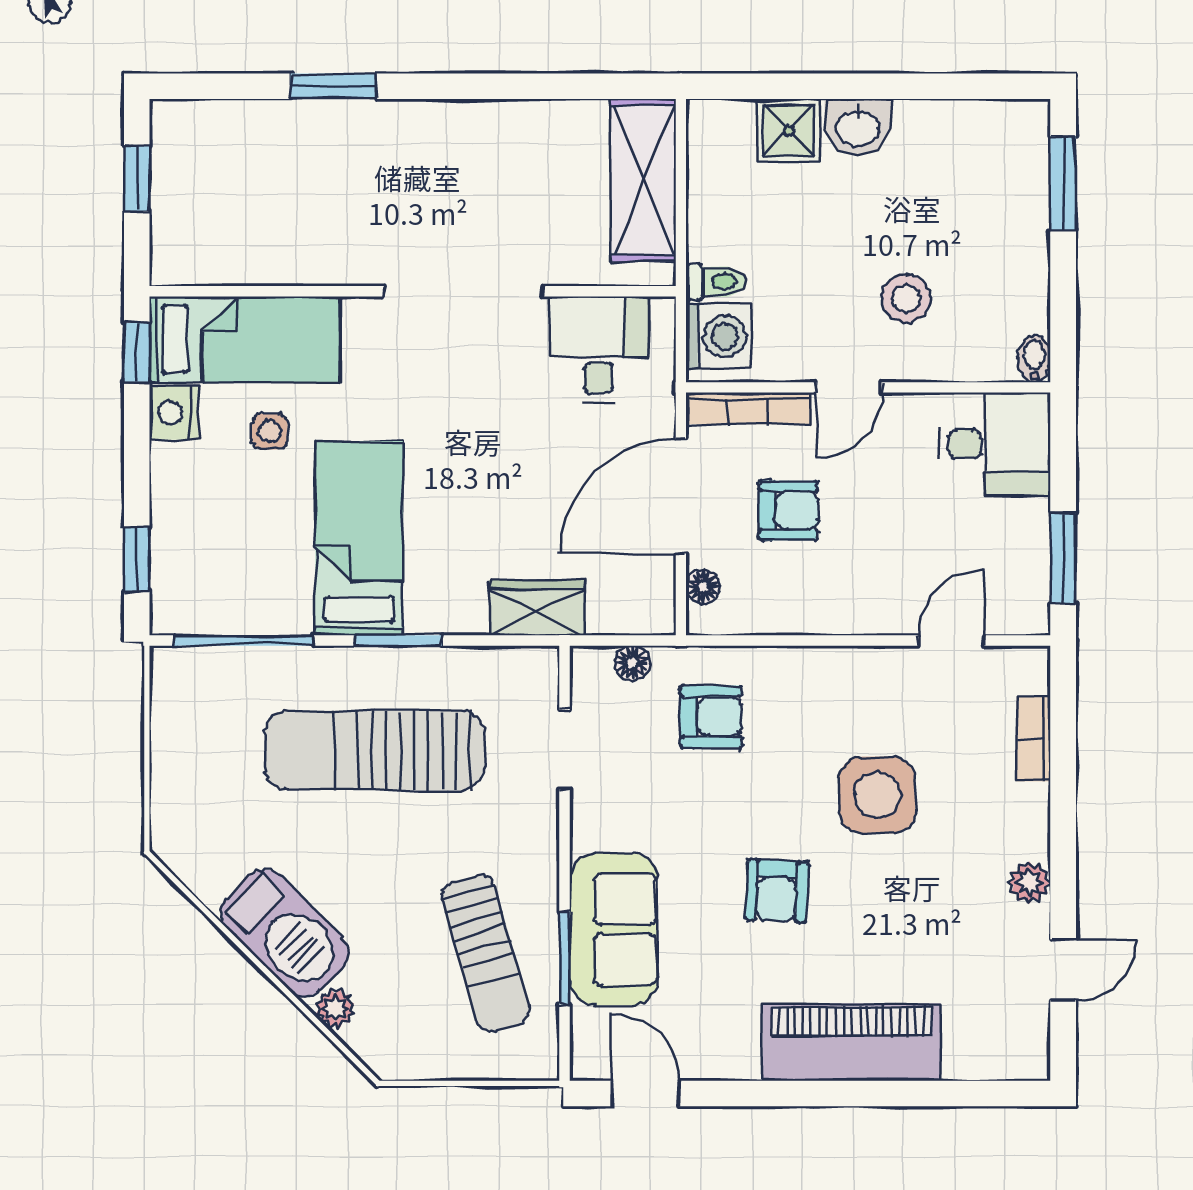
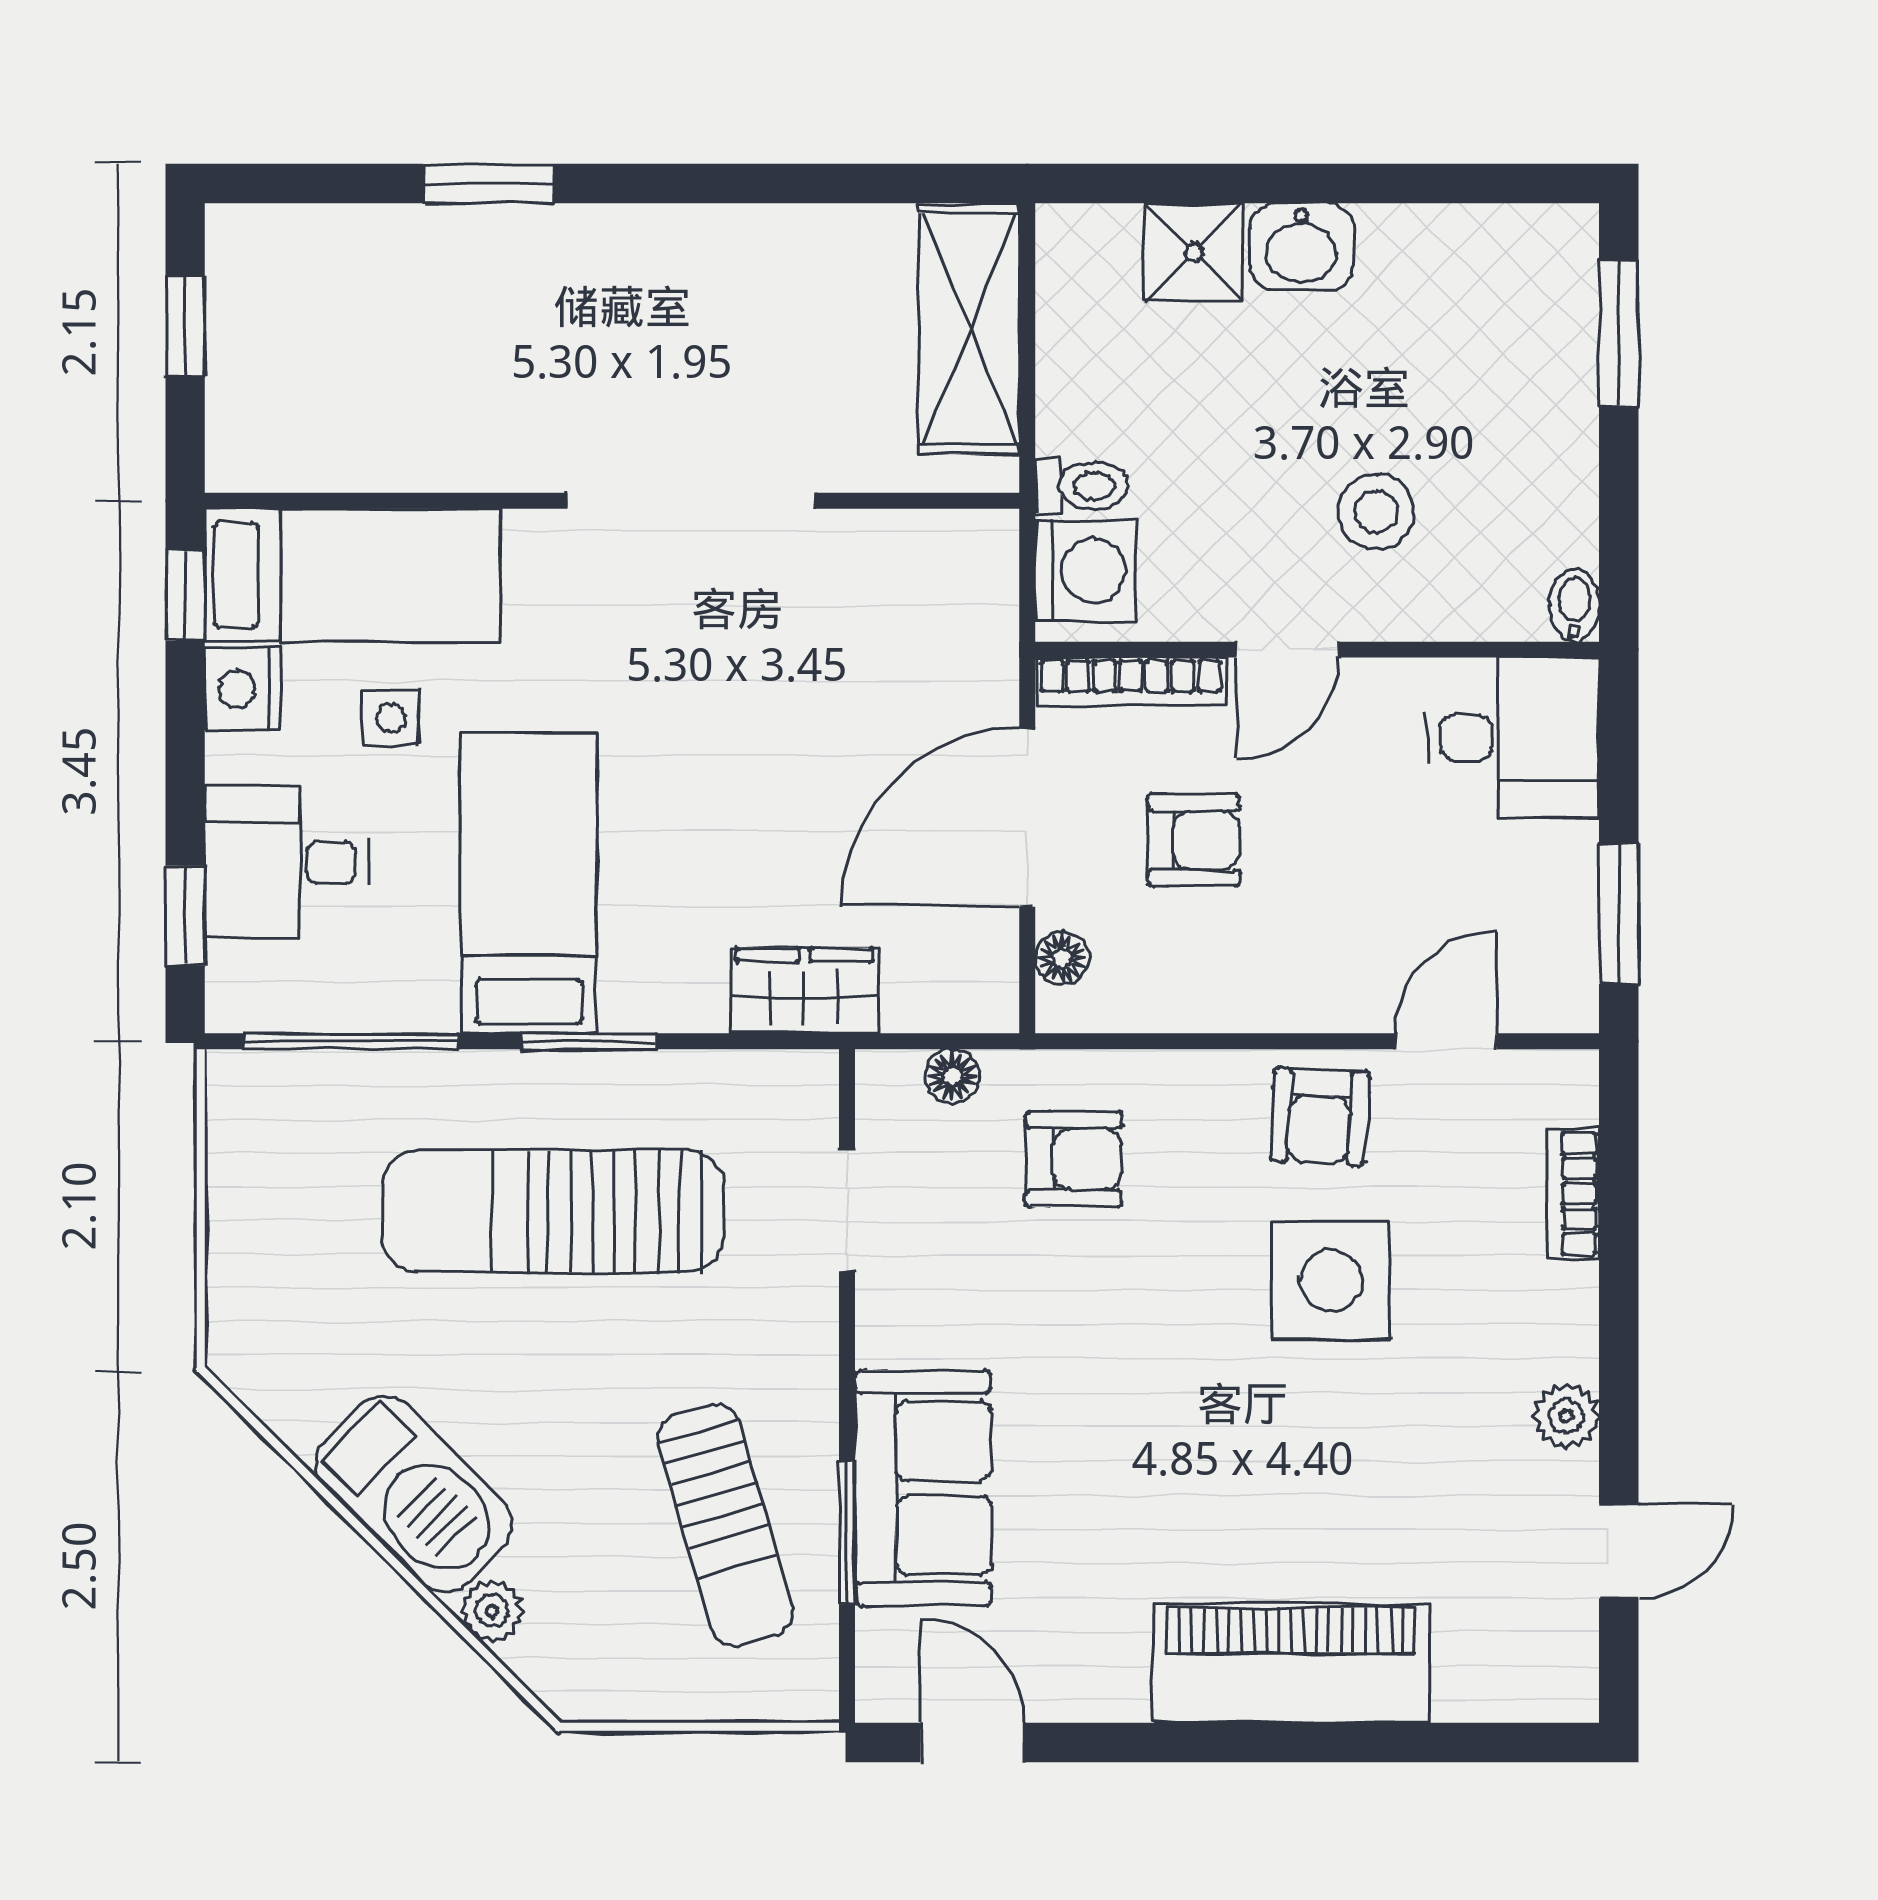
desk: (599, 349) -> (287, 862), moved, turned -90
armchair: (777, 891) -> (1320, 1117), moved

